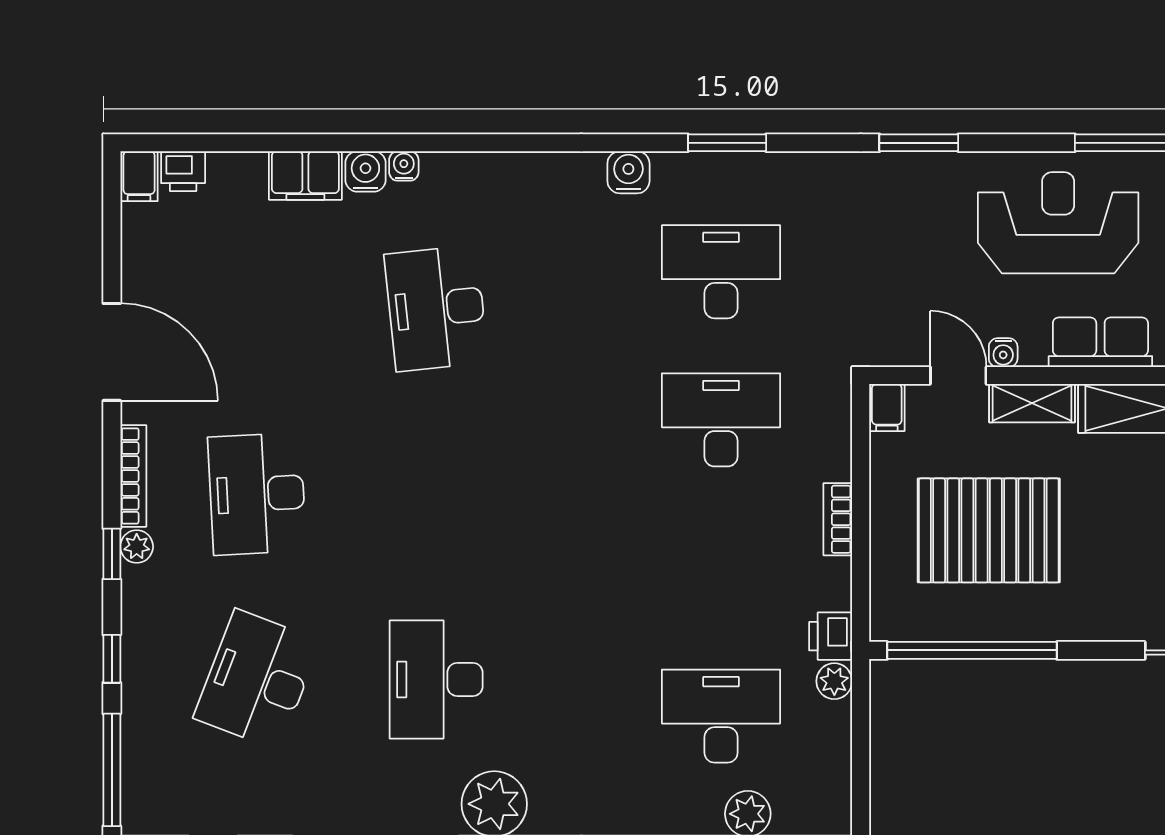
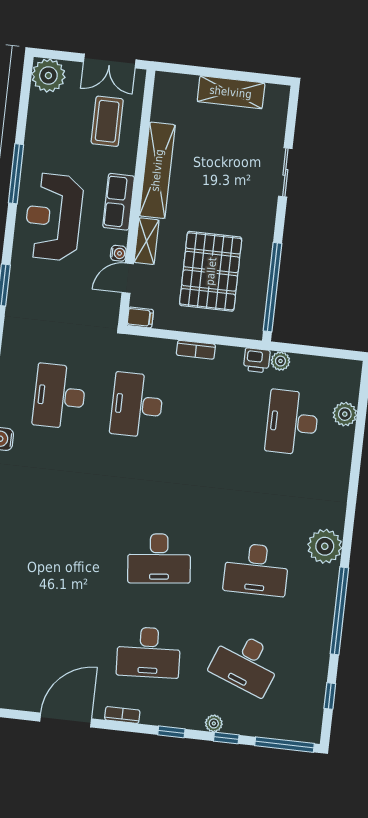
desk: (436, 308) -> (159, 558), moved
bookcase: (133, 476) -> (122, 715), width x0.64
plant: (137, 547) -> (214, 723), moved

